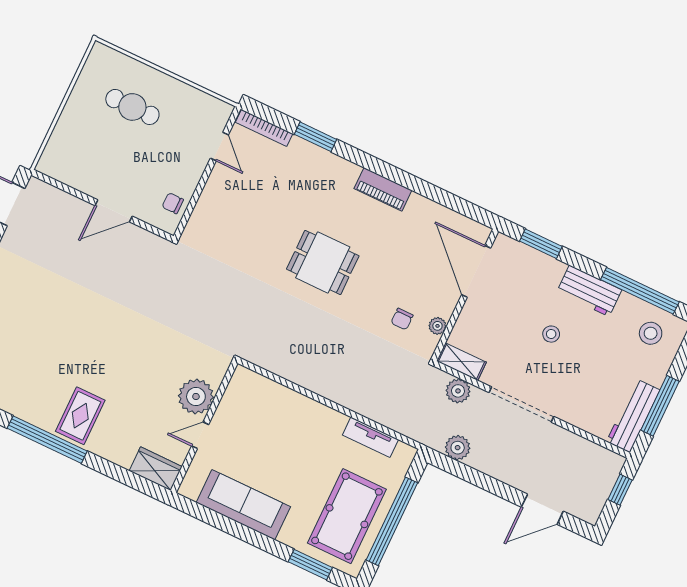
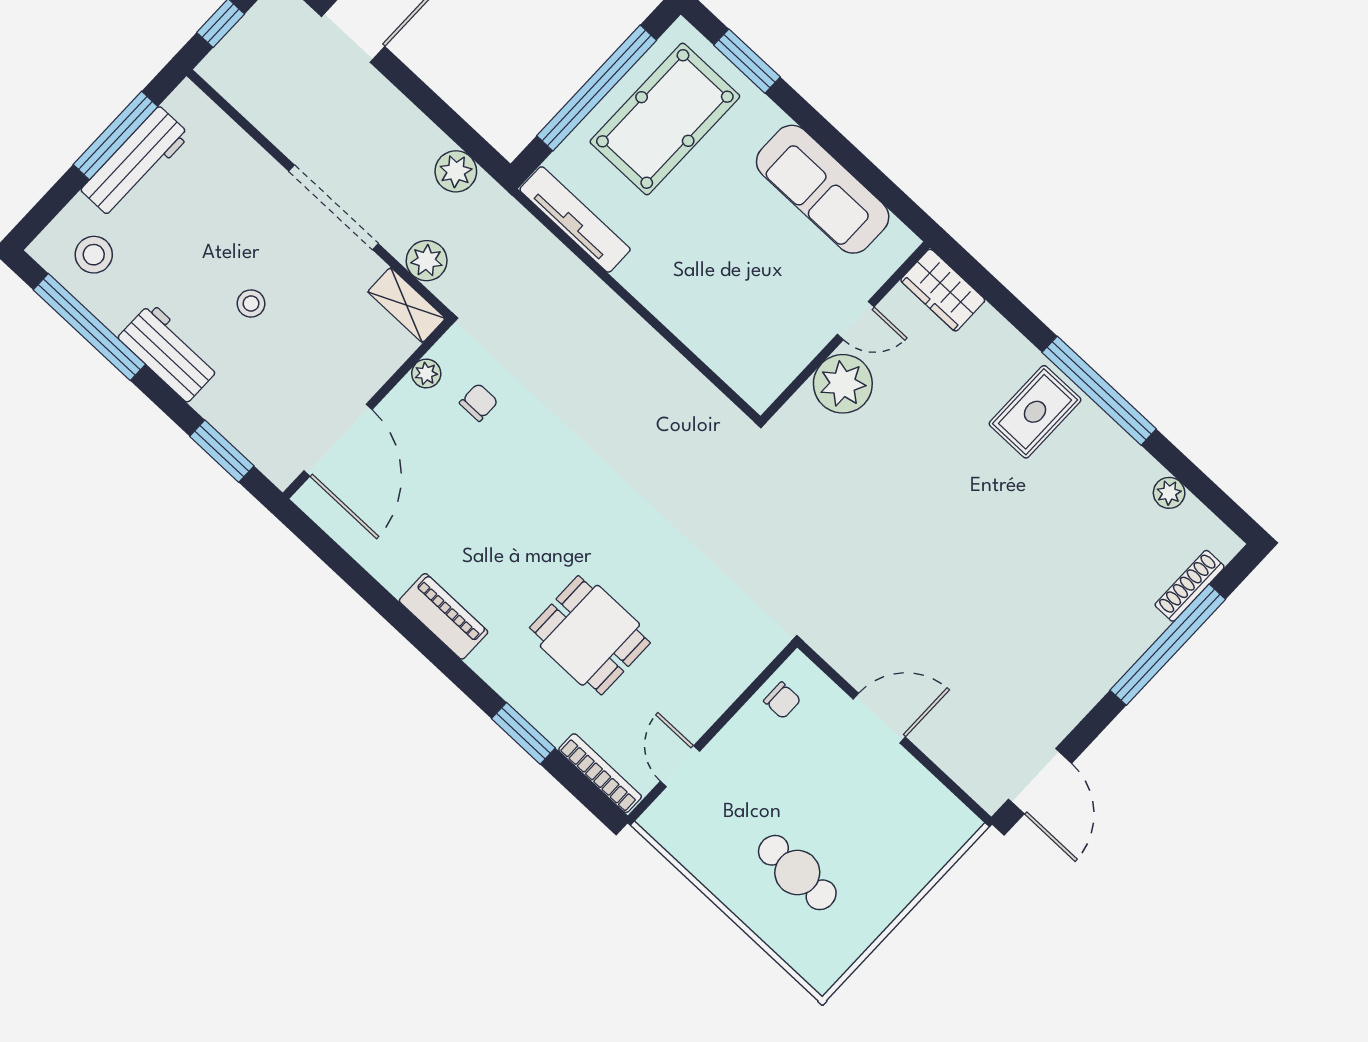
dining table: (323, 262) -> (590, 635), moved
workbench: (633, 416) -> (135, 163), moved
tv unit: (370, 437) -> (575, 219), width x1.41

